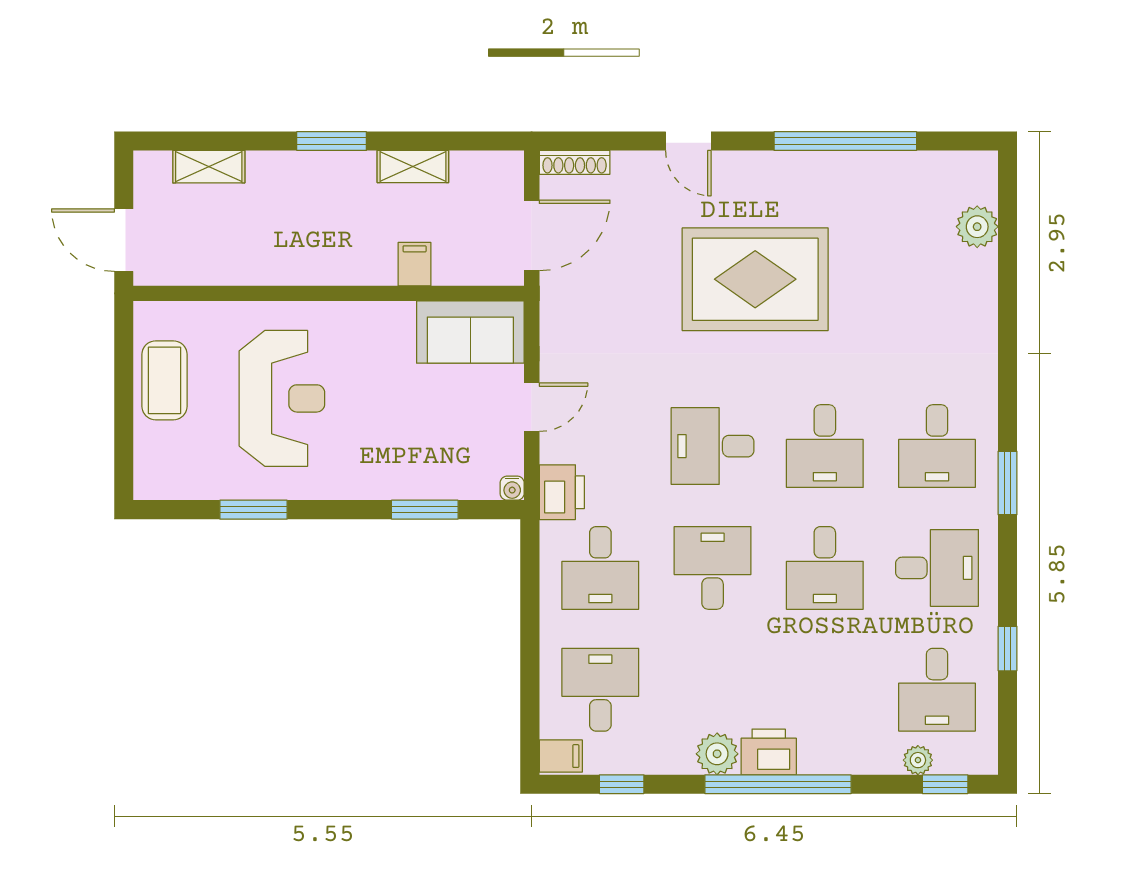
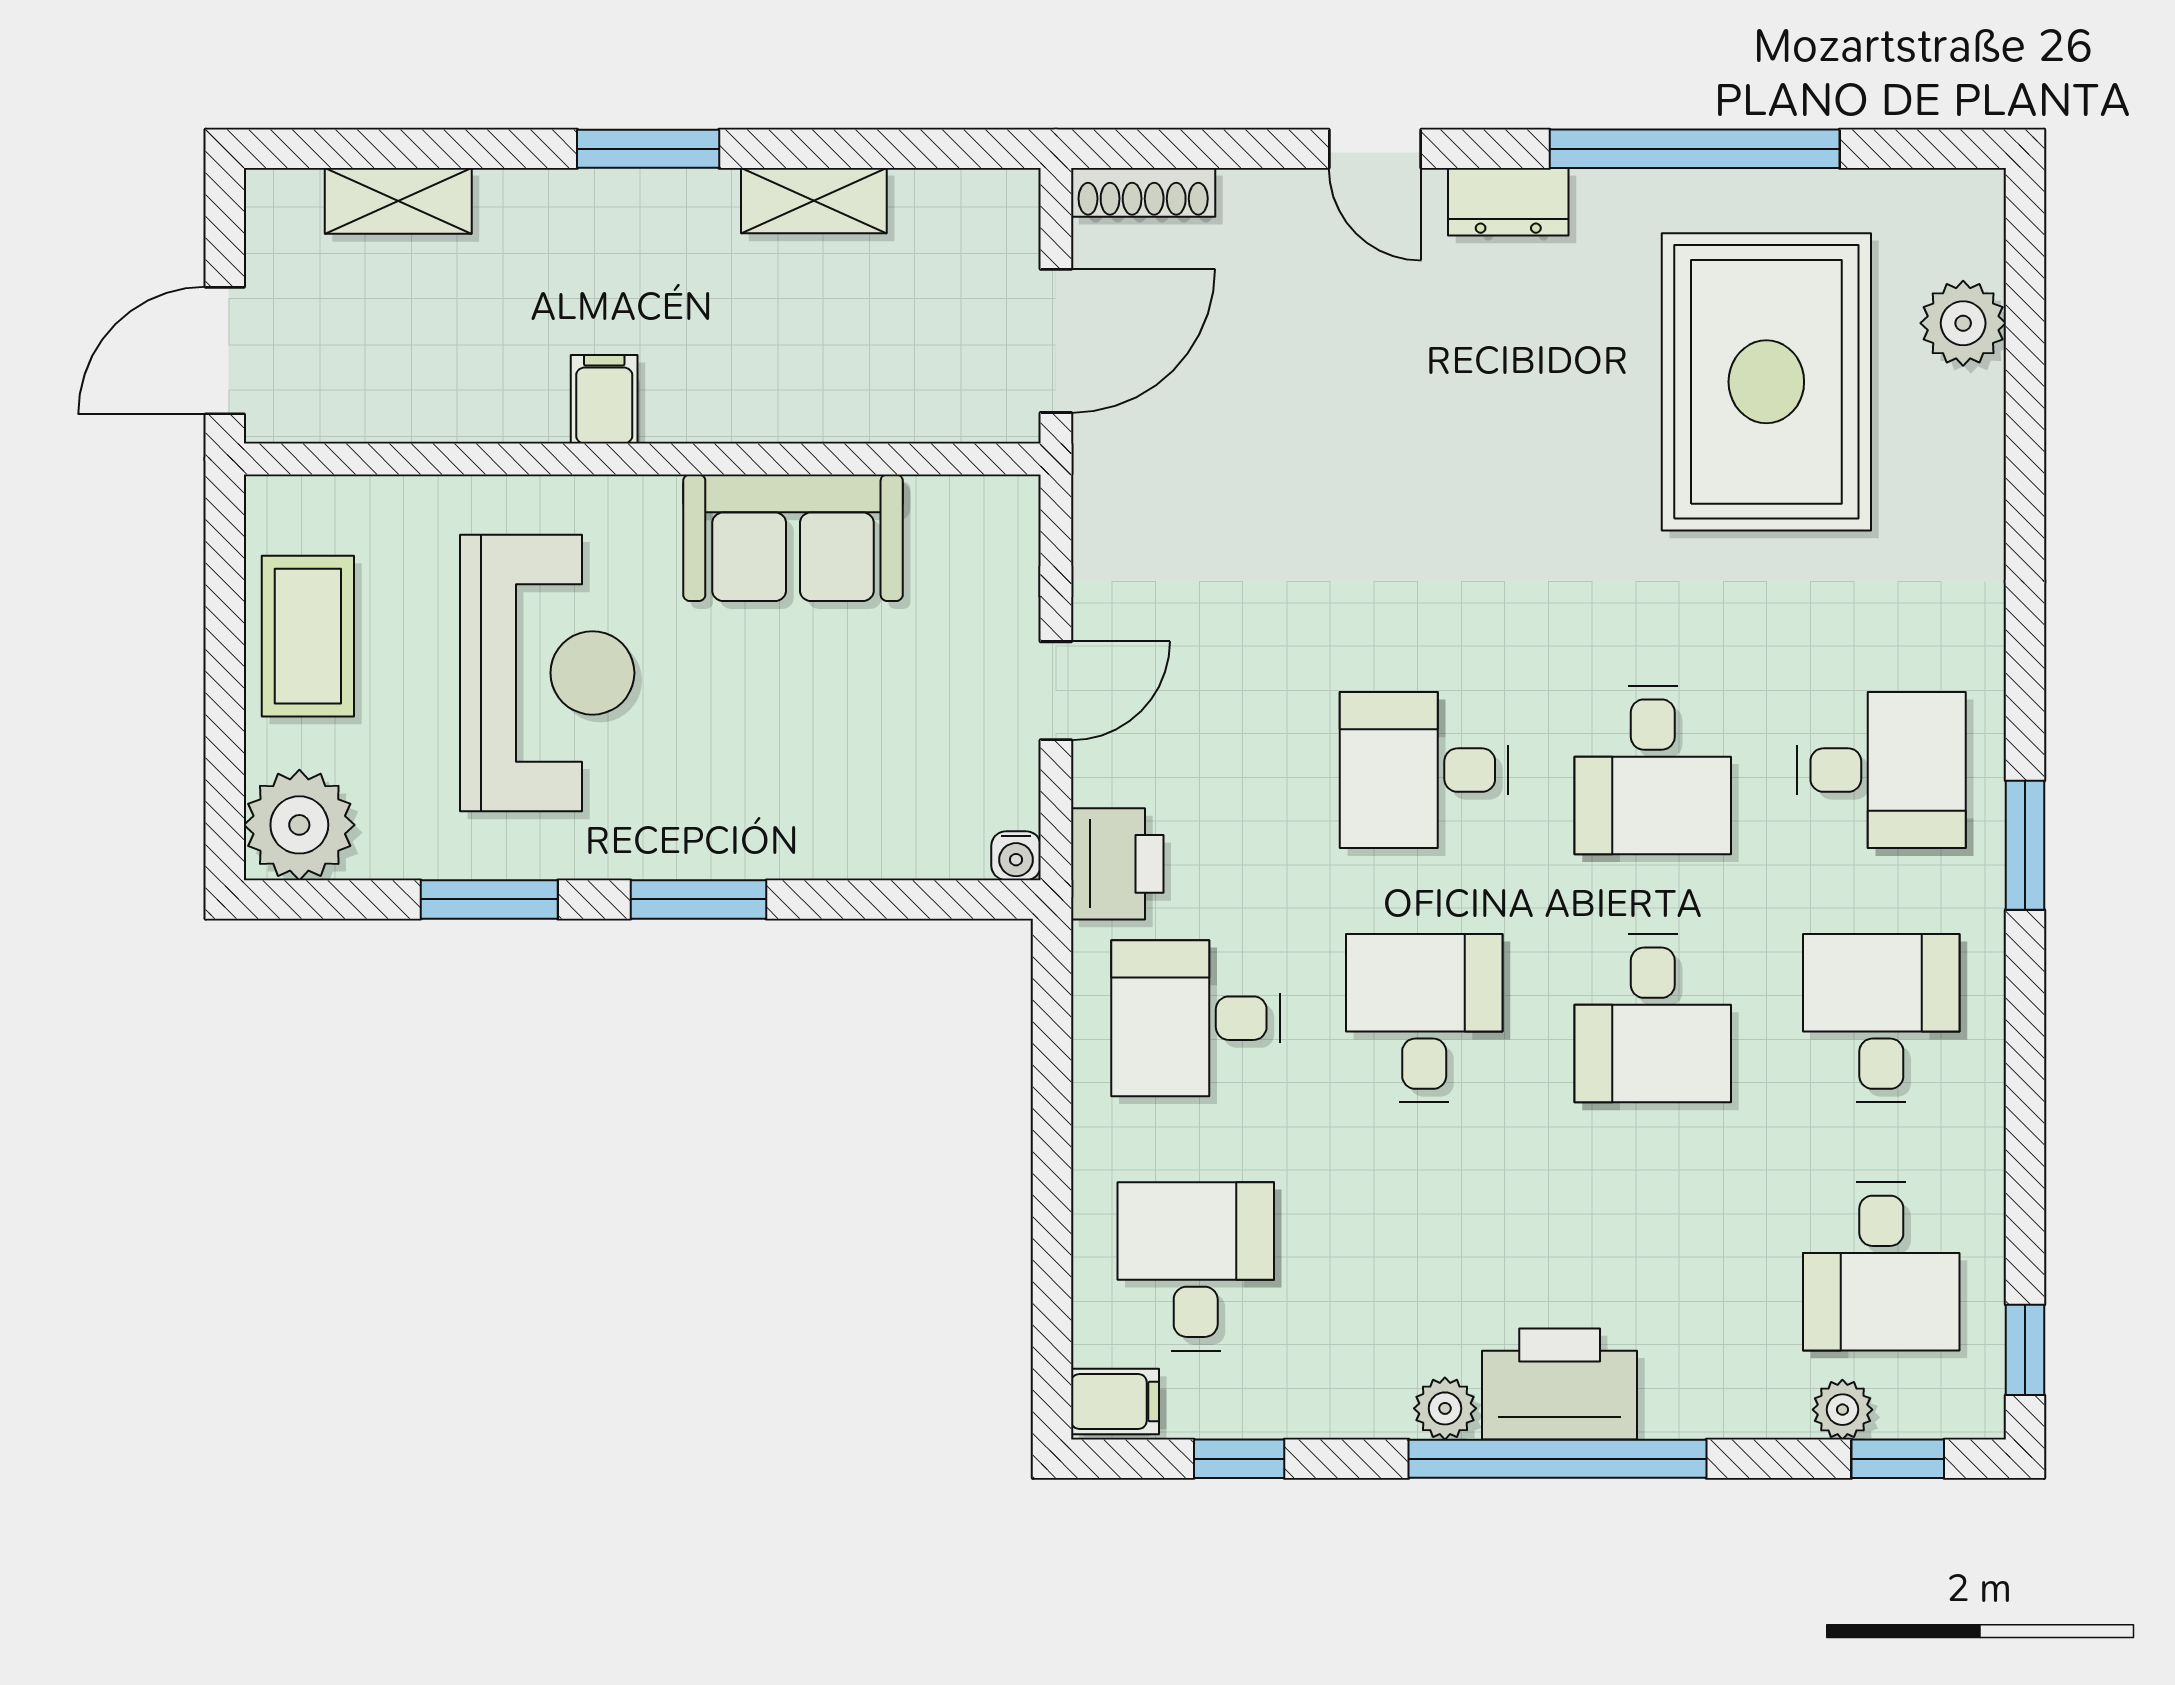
dresser: (754, 167) -> (1508, 202), added
door: (124, 240) -> (225, 351), hinge flipped
filing cabinet: (415, 264) -> (604, 399), moved
rug: (755, 279) -> (1766, 382), moved, turned 90
sofa: (470, 332) -> (793, 538), moved
desk: (937, 446) -> (1881, 770), turned -90
plant: (160, 473) -> (299, 825), added
window: (425, 510) -> (698, 899), moved
desk: (600, 568) -> (1196, 1018), turned 90
desk: (937, 568) -> (1881, 1018), turned -90
window: (1007, 649) -> (2025, 1350), moved
printer: (769, 752) -> (1560, 1384), width x1.37, depth x1.19
plant: (717, 754) -> (1445, 1408), width x0.73, depth x0.73

